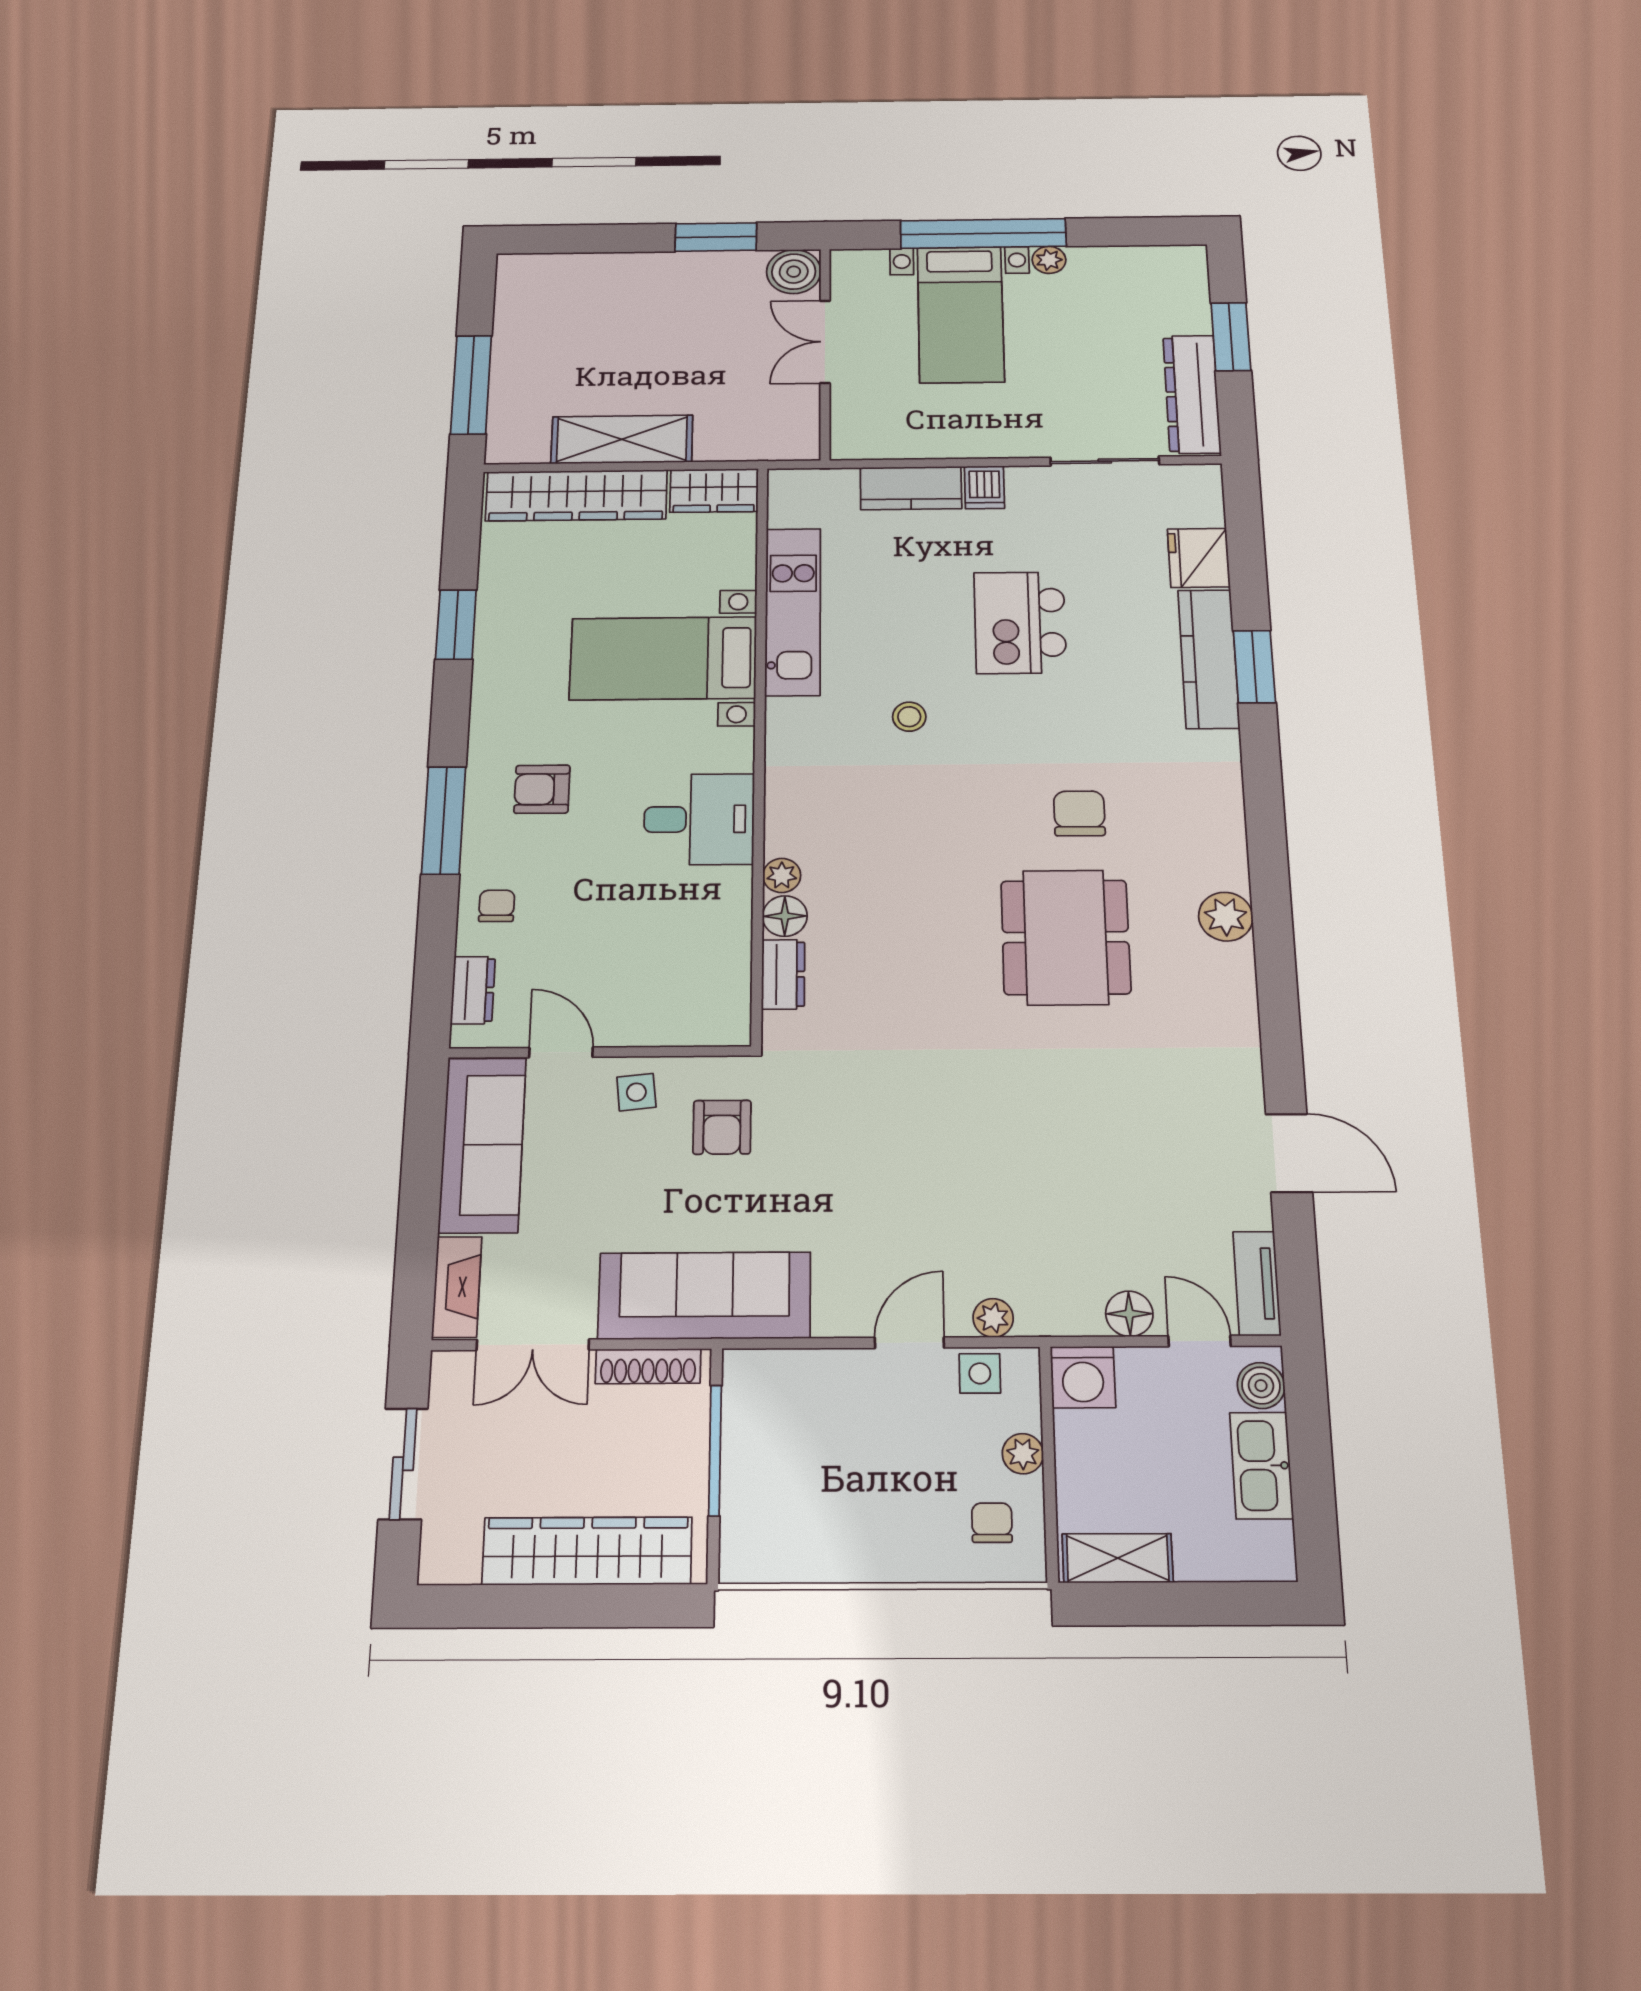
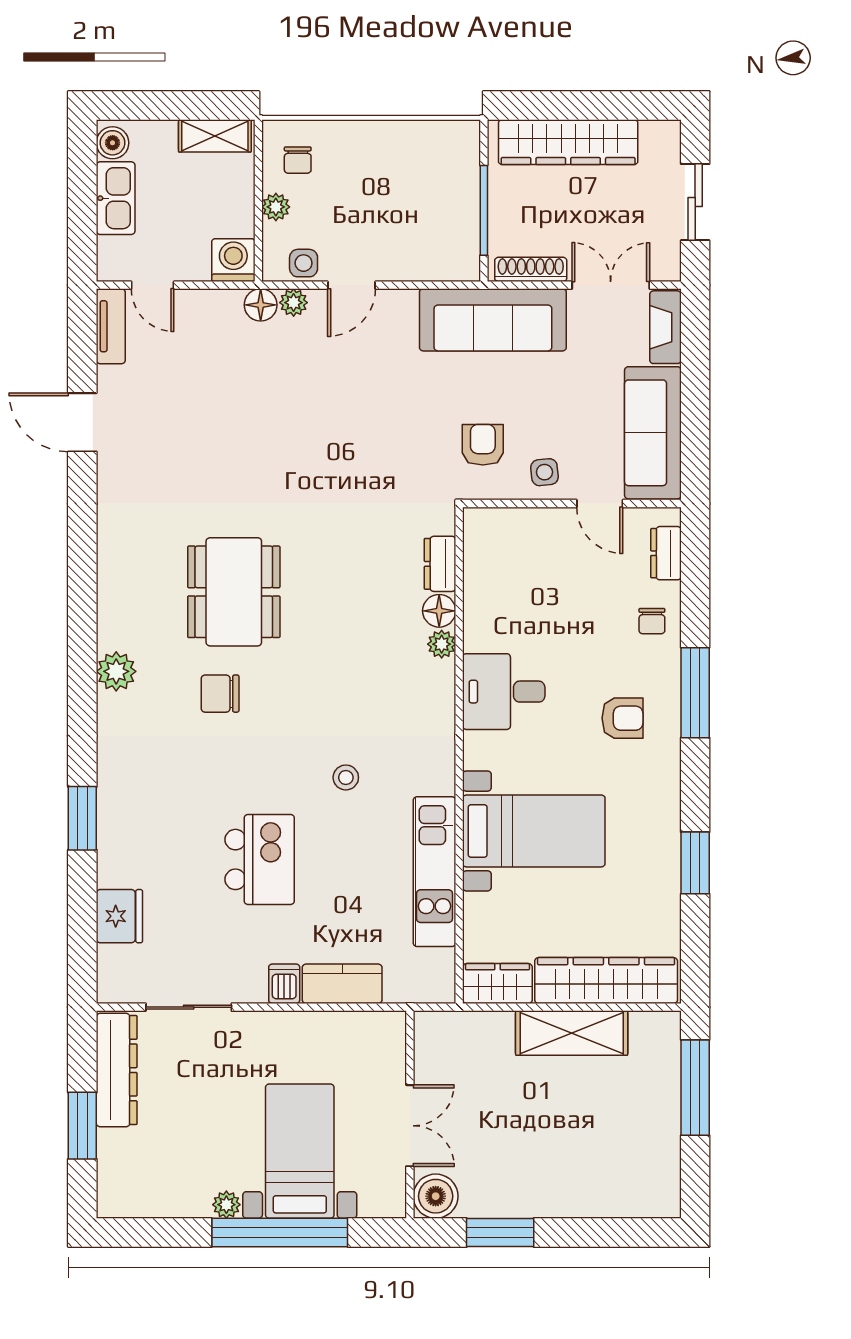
kitchen counter: (1209, 659) -> (117, 826), removed
chair: (1079, 813) -> (220, 694), turned 90
plant: (1226, 917) -> (116, 671), moved
floor lamp: (1129, 1314) -> (261, 305), moved
boiler: (1261, 1386) -> (113, 143), moved

